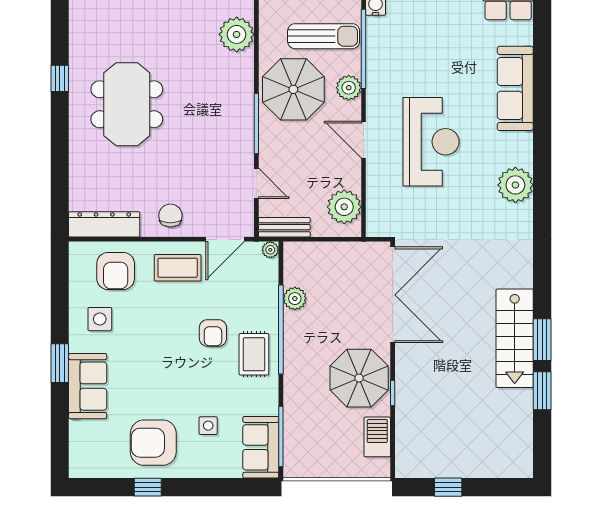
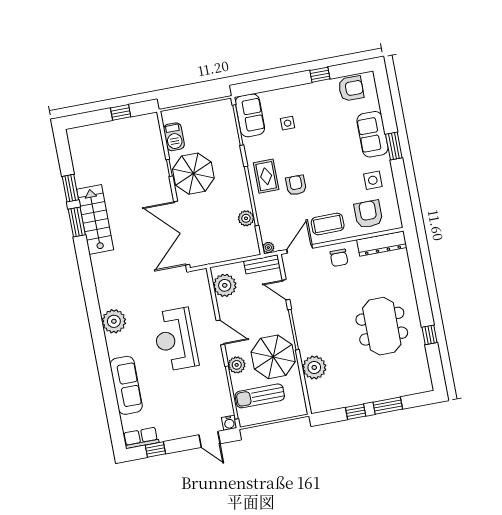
plant: (237, 34) -> (314, 367), moved
armchair: (153, 443) -> (351, 89), moved, width x0.73, depth x0.73

